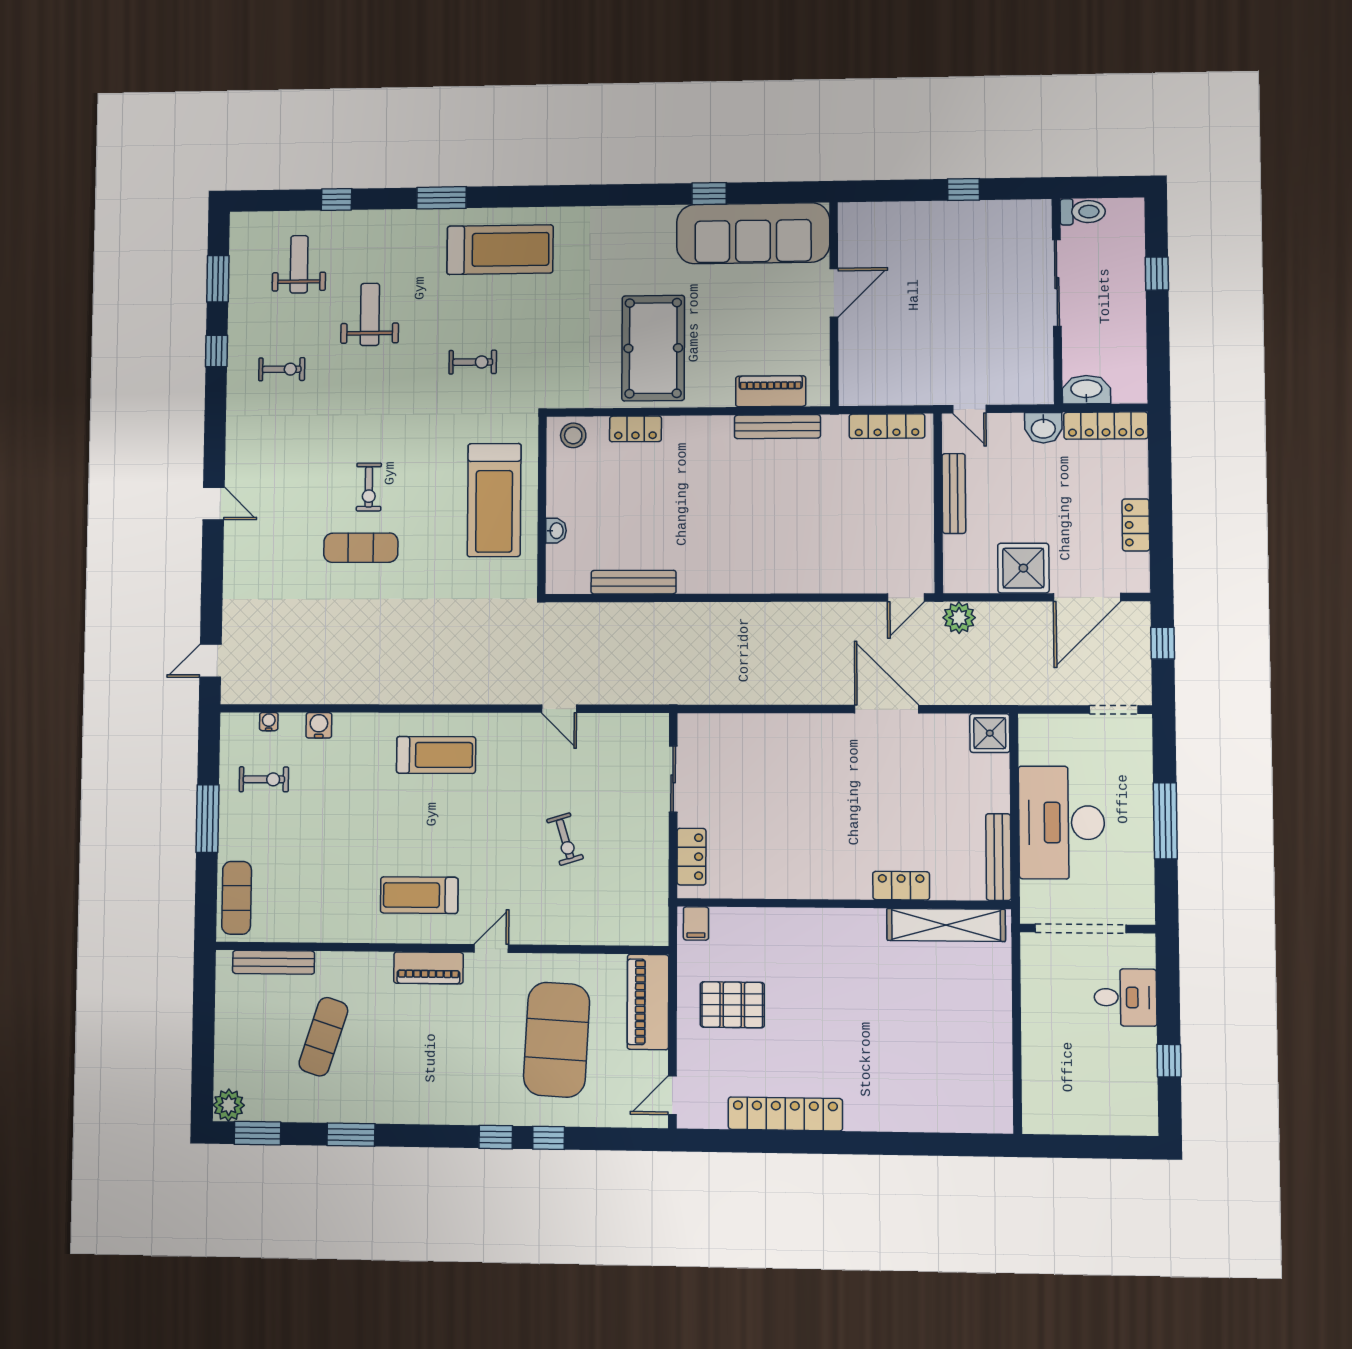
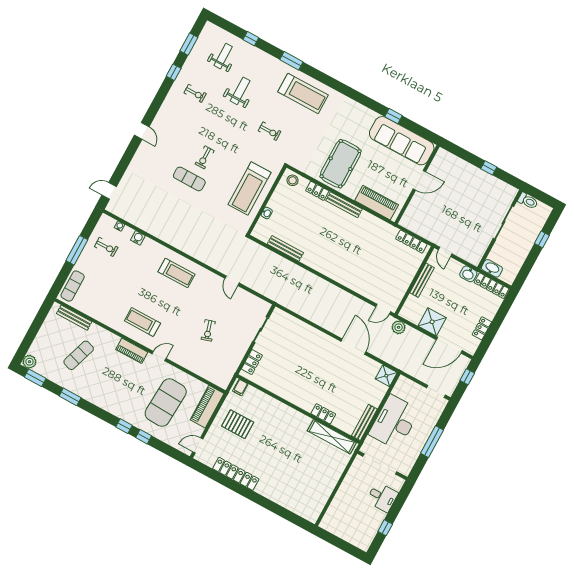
piano: (771, 391) -> (377, 203), width x1.37, depth x1.33
bench: (777, 427) -> (344, 205), moved

